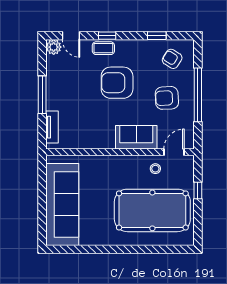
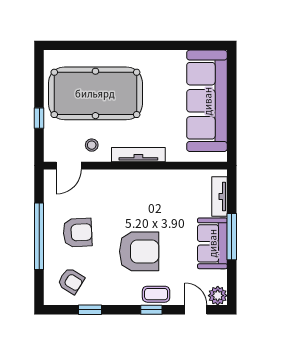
sofa: (136, 137) -> (212, 243), moved, turned 90
tv unit: (118, 161) -> (138, 155), added

